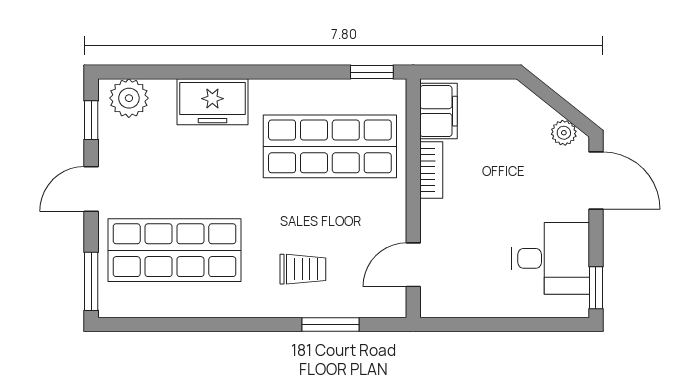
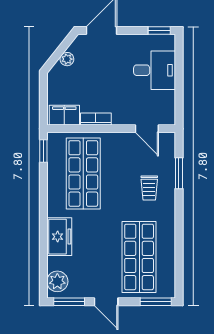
window: (91, 120) -> (69, 302), width x1.50
plant: (564, 133) -> (67, 59), moved
desk: (551, 258) -> (155, 70), moved, turned 90
trolley: (303, 269) -> (149, 188), turned 180

